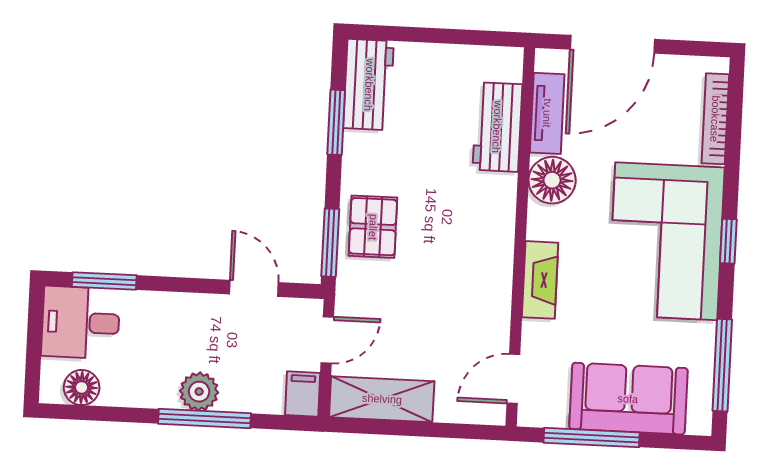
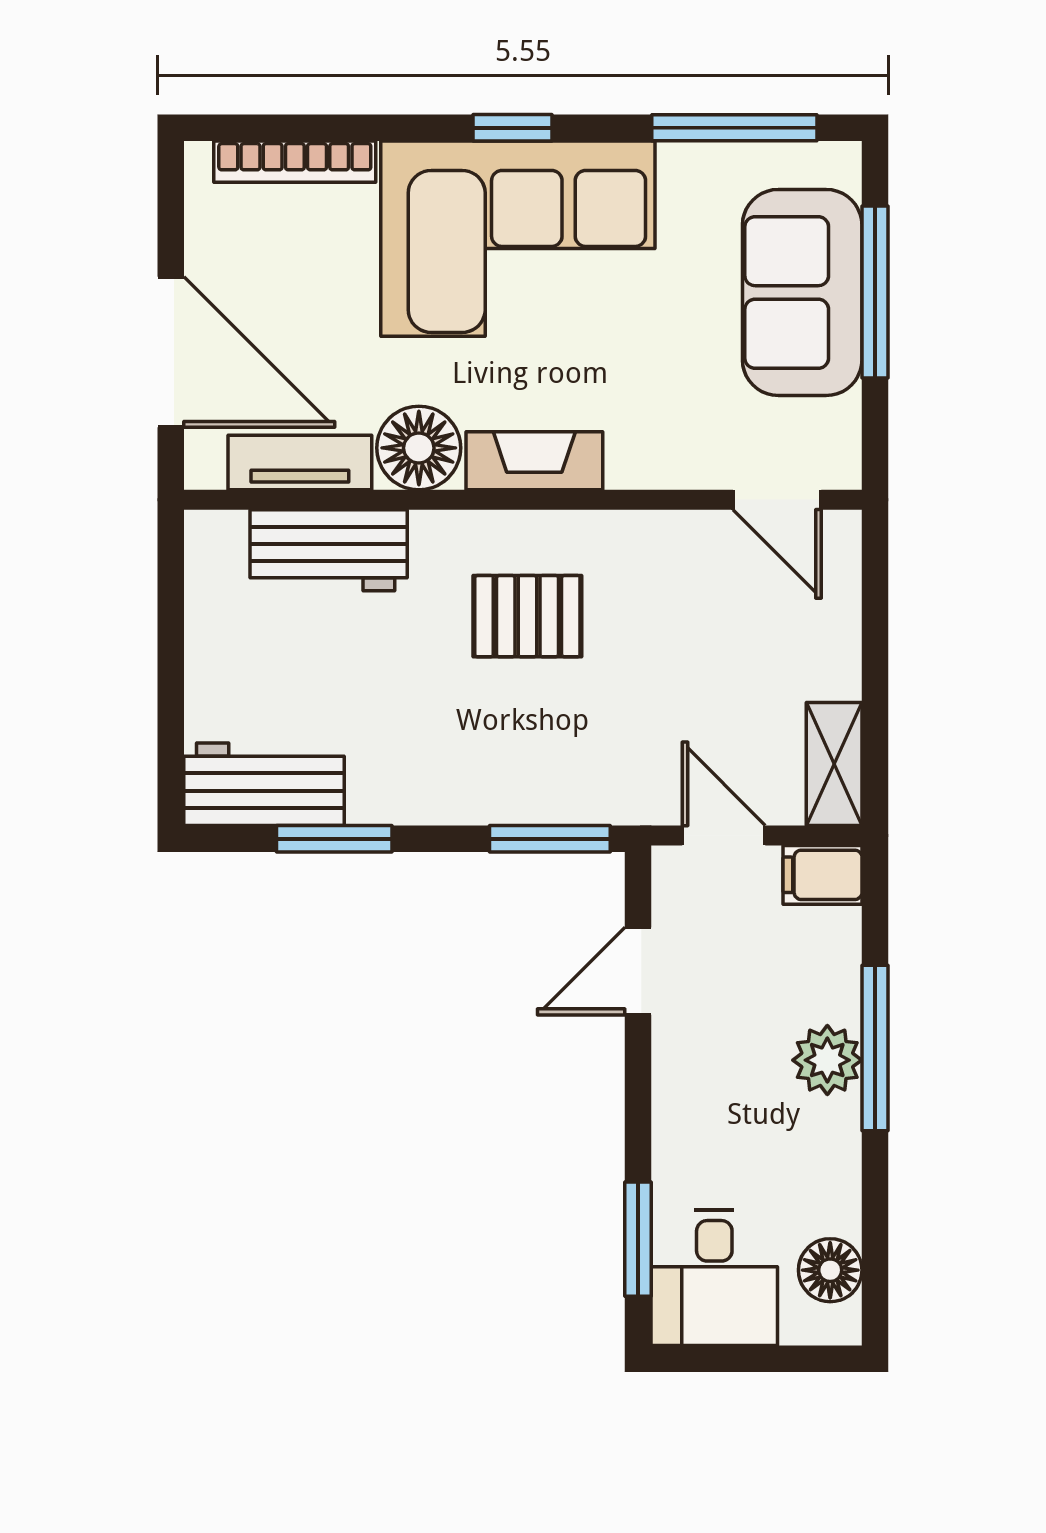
pallet: (373, 227) -> (527, 616), moved
fireplace: (540, 280) -> (534, 461), moved
shelving: (382, 399) -> (834, 764), width x0.67, depth x0.75
window: (592, 438) -> (875, 292), moved

